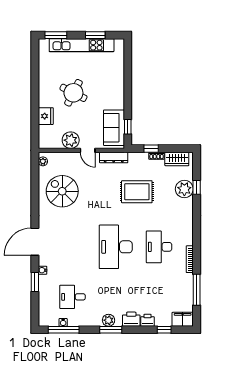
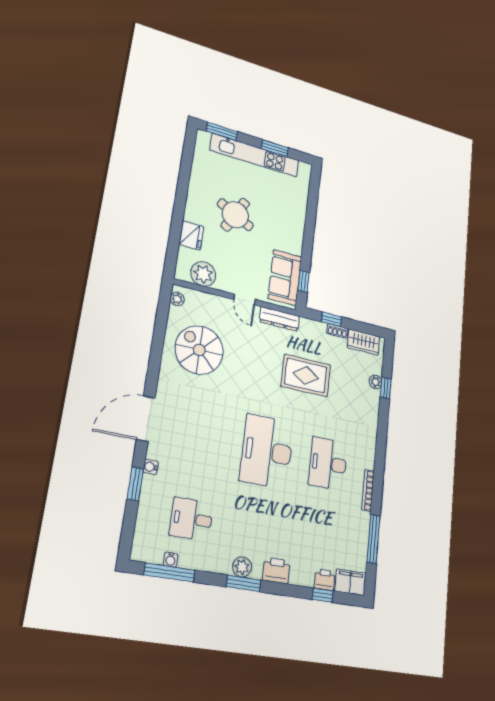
plant: (71, 140) -> (203, 274), moved
plant: (184, 189) -> (375, 382), width x0.53, depth x0.53
printer: (147, 320) -> (325, 580), moved

